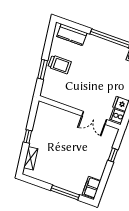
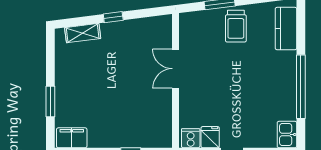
double door: (94, 118) -> (176, 69), moved
window: (65, 193) -> (50, 102), width x0.69

